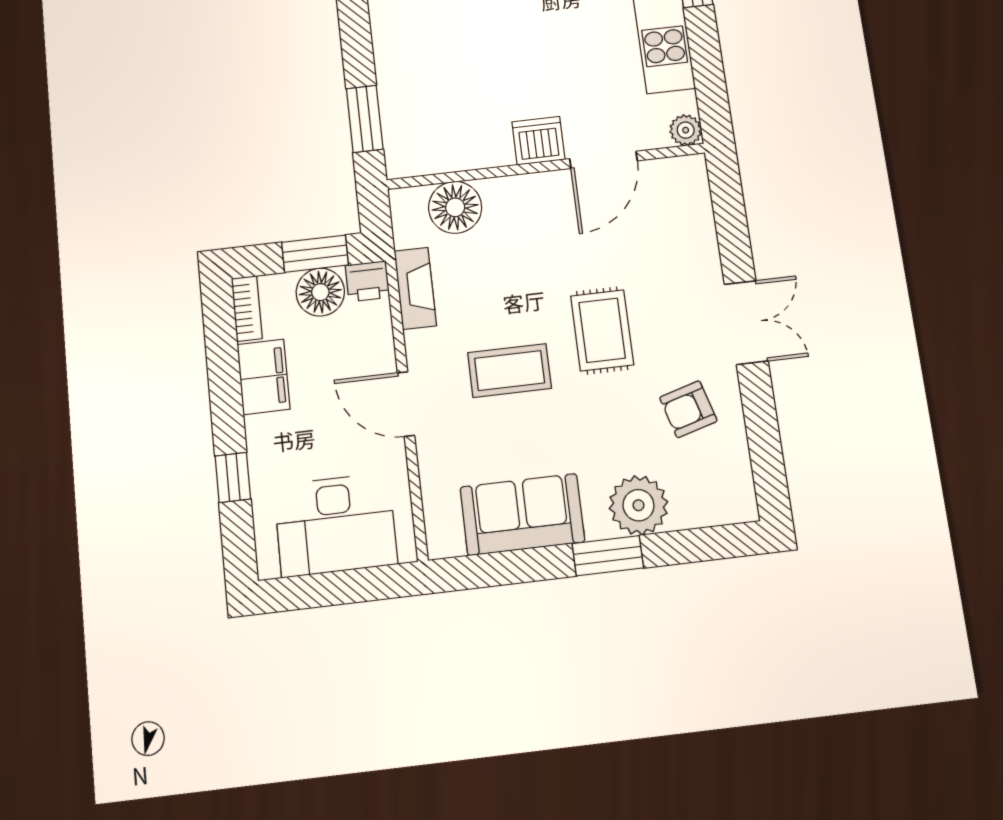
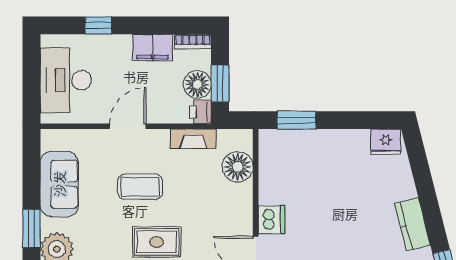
coffee table: (510, 370) -> (140, 187), turned 90

